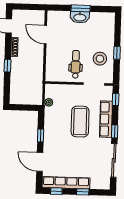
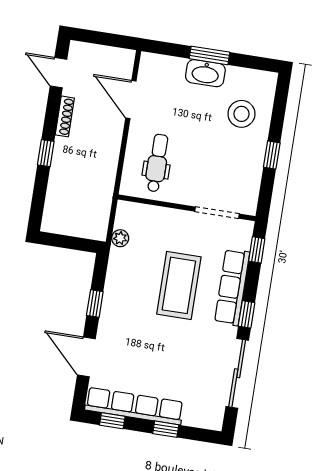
stool: (100, 59) -> (241, 114), moved
dental chair: (76, 64) -> (157, 163), moved

